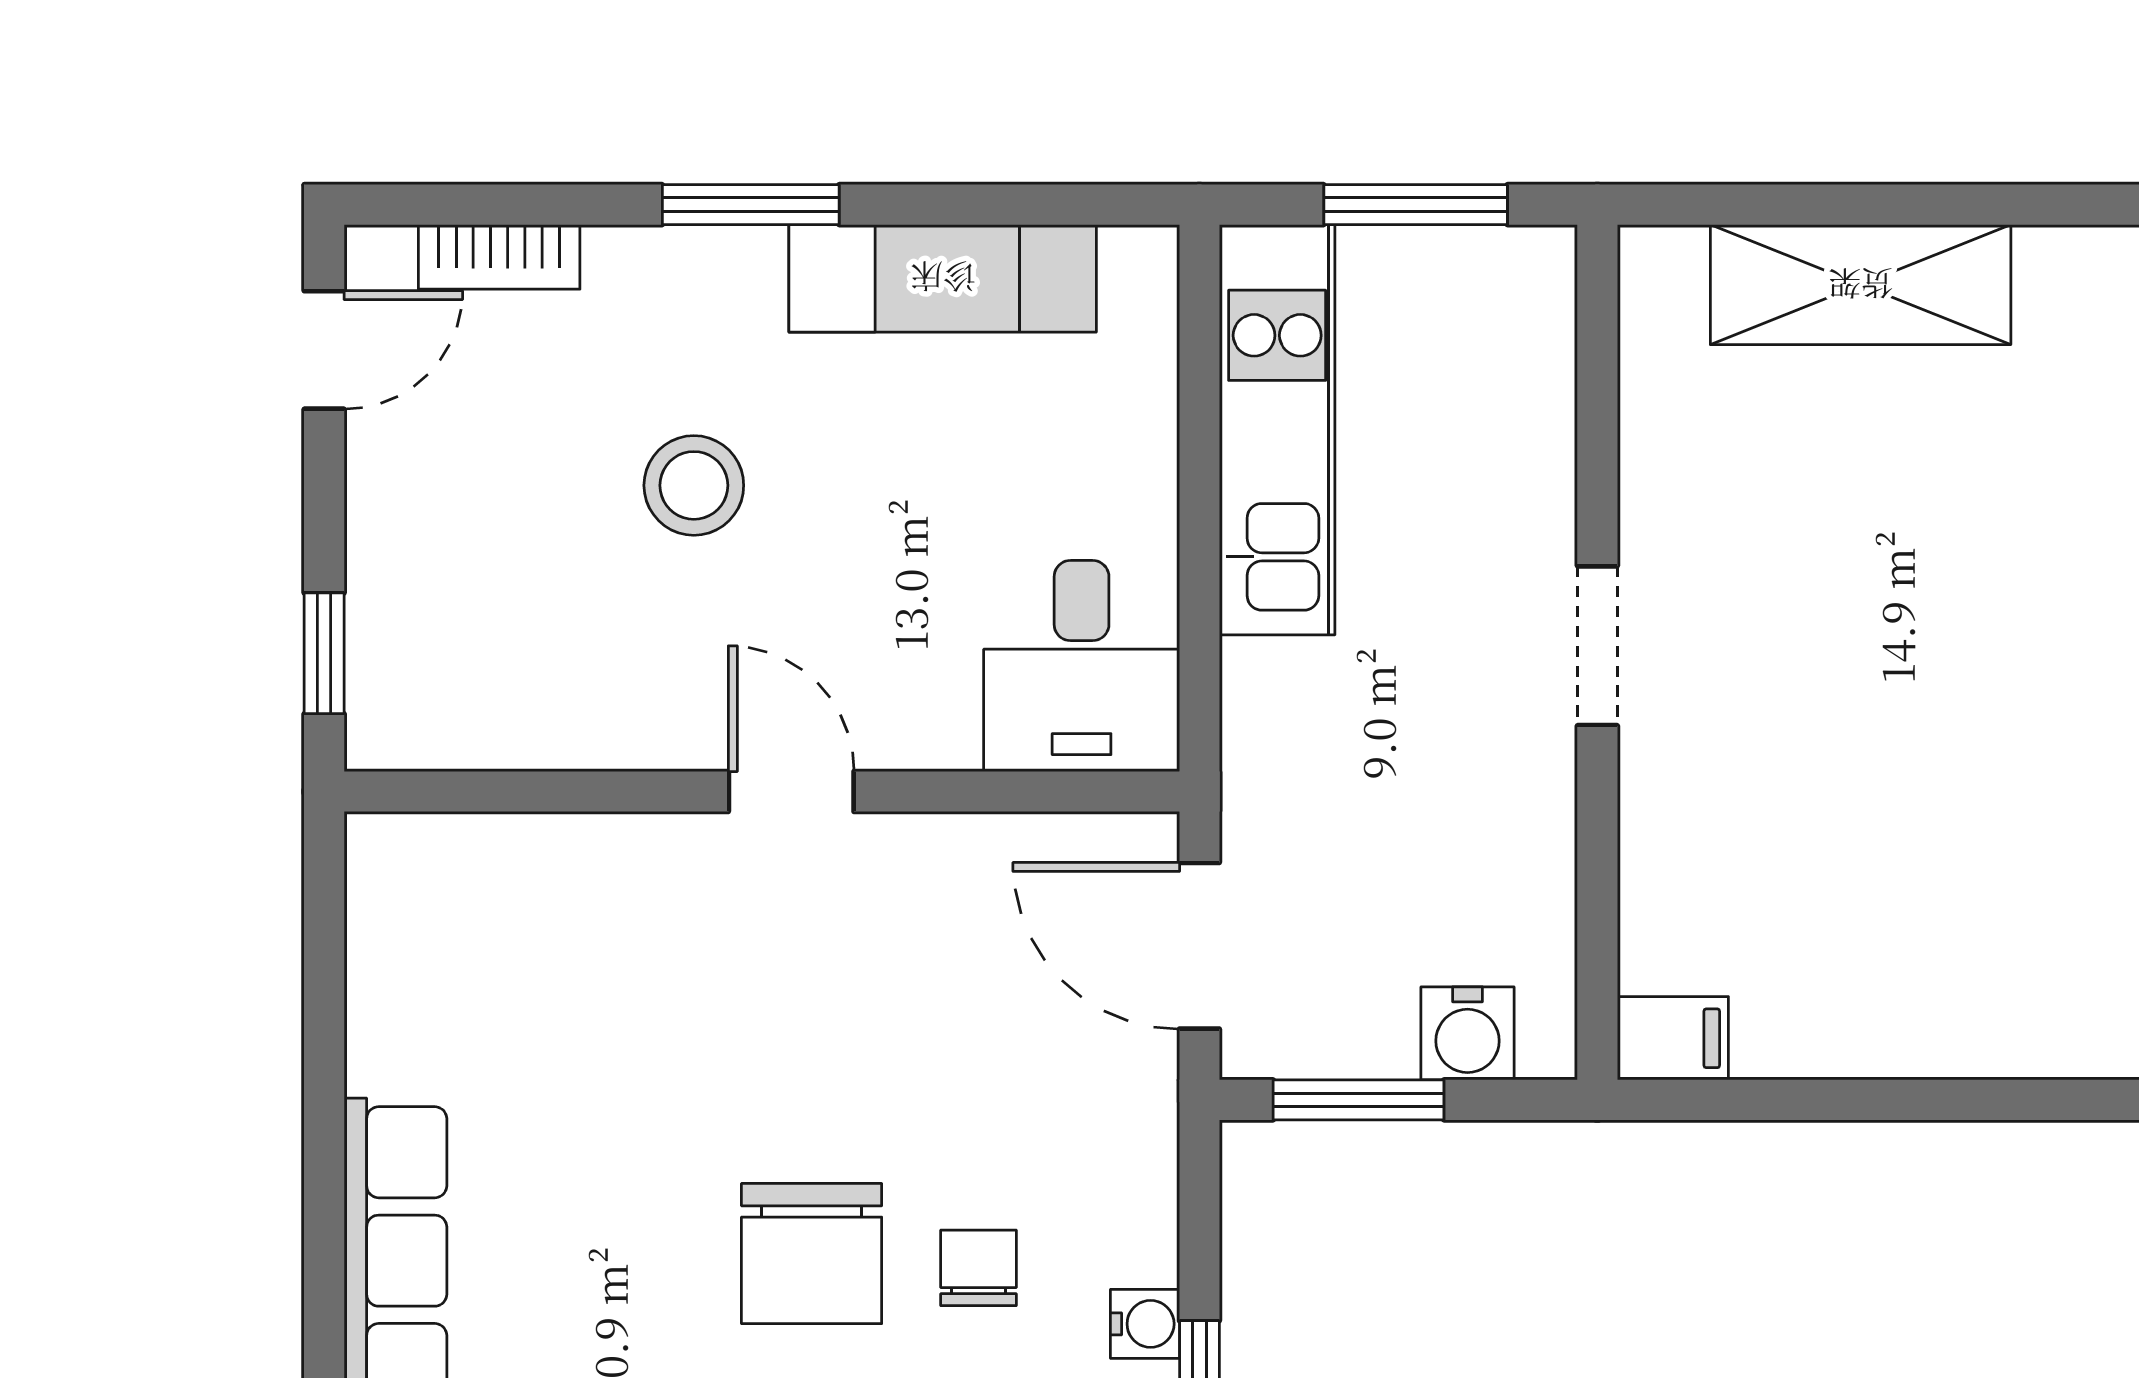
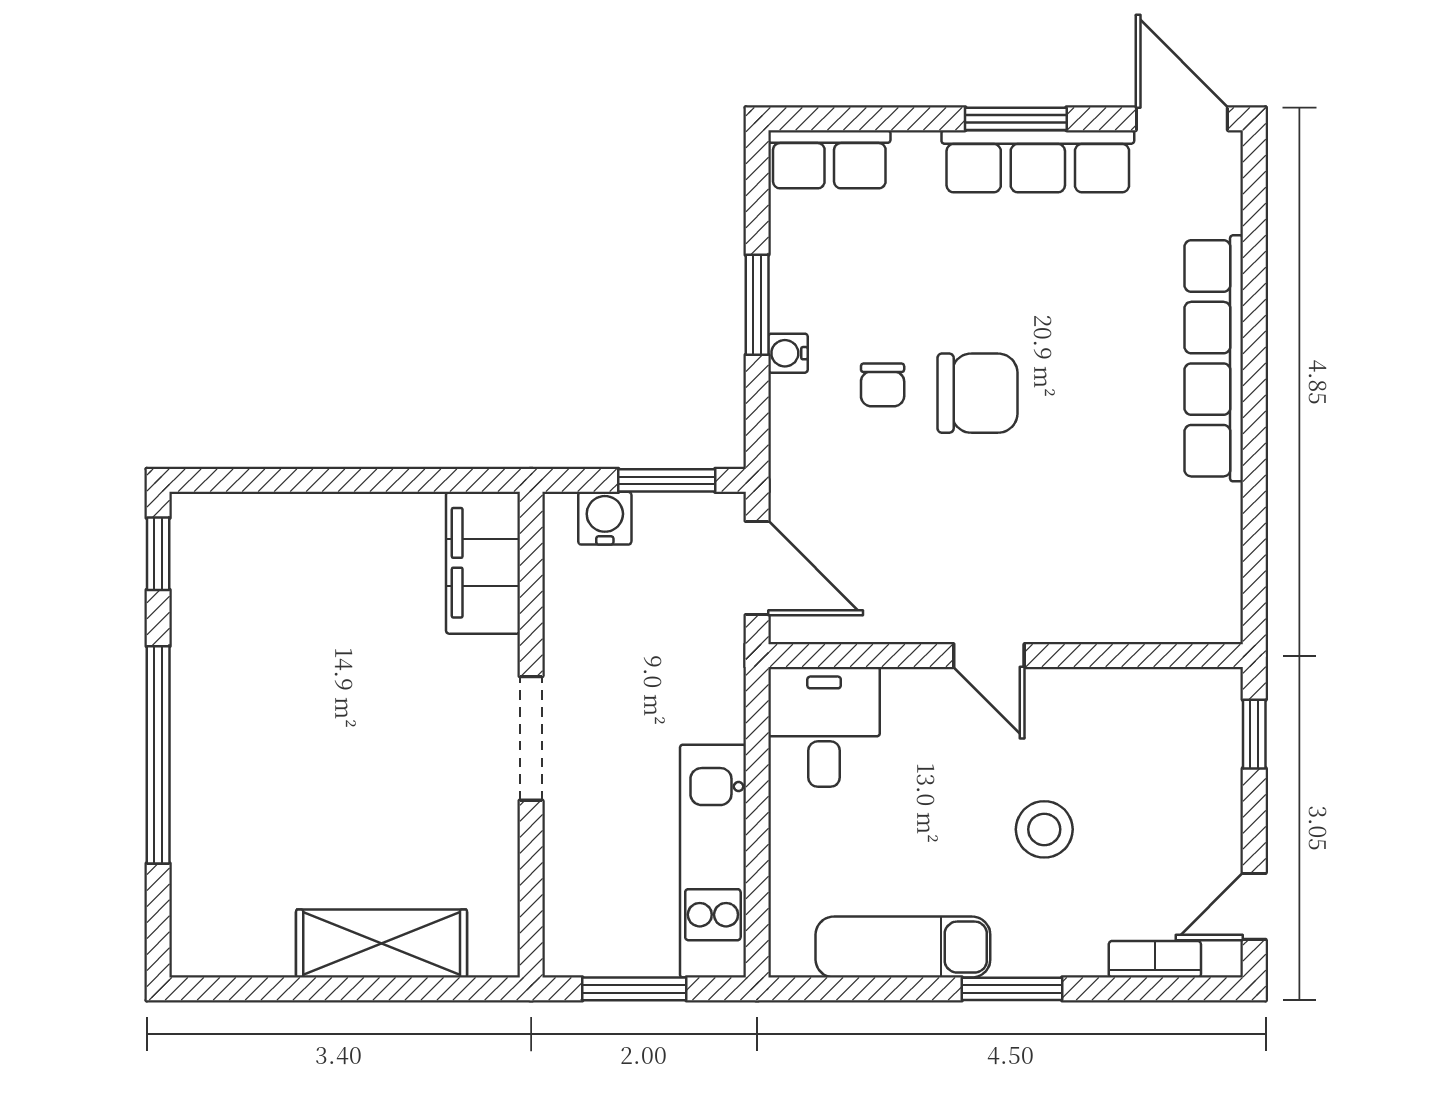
doorway: (1597, 646) -> (531, 738), width x1.38
filing cabinet: (1673, 1038) -> (483, 563), width x3.00, depth x1.17
chair: (812, 1254) -> (977, 393), turned 90

